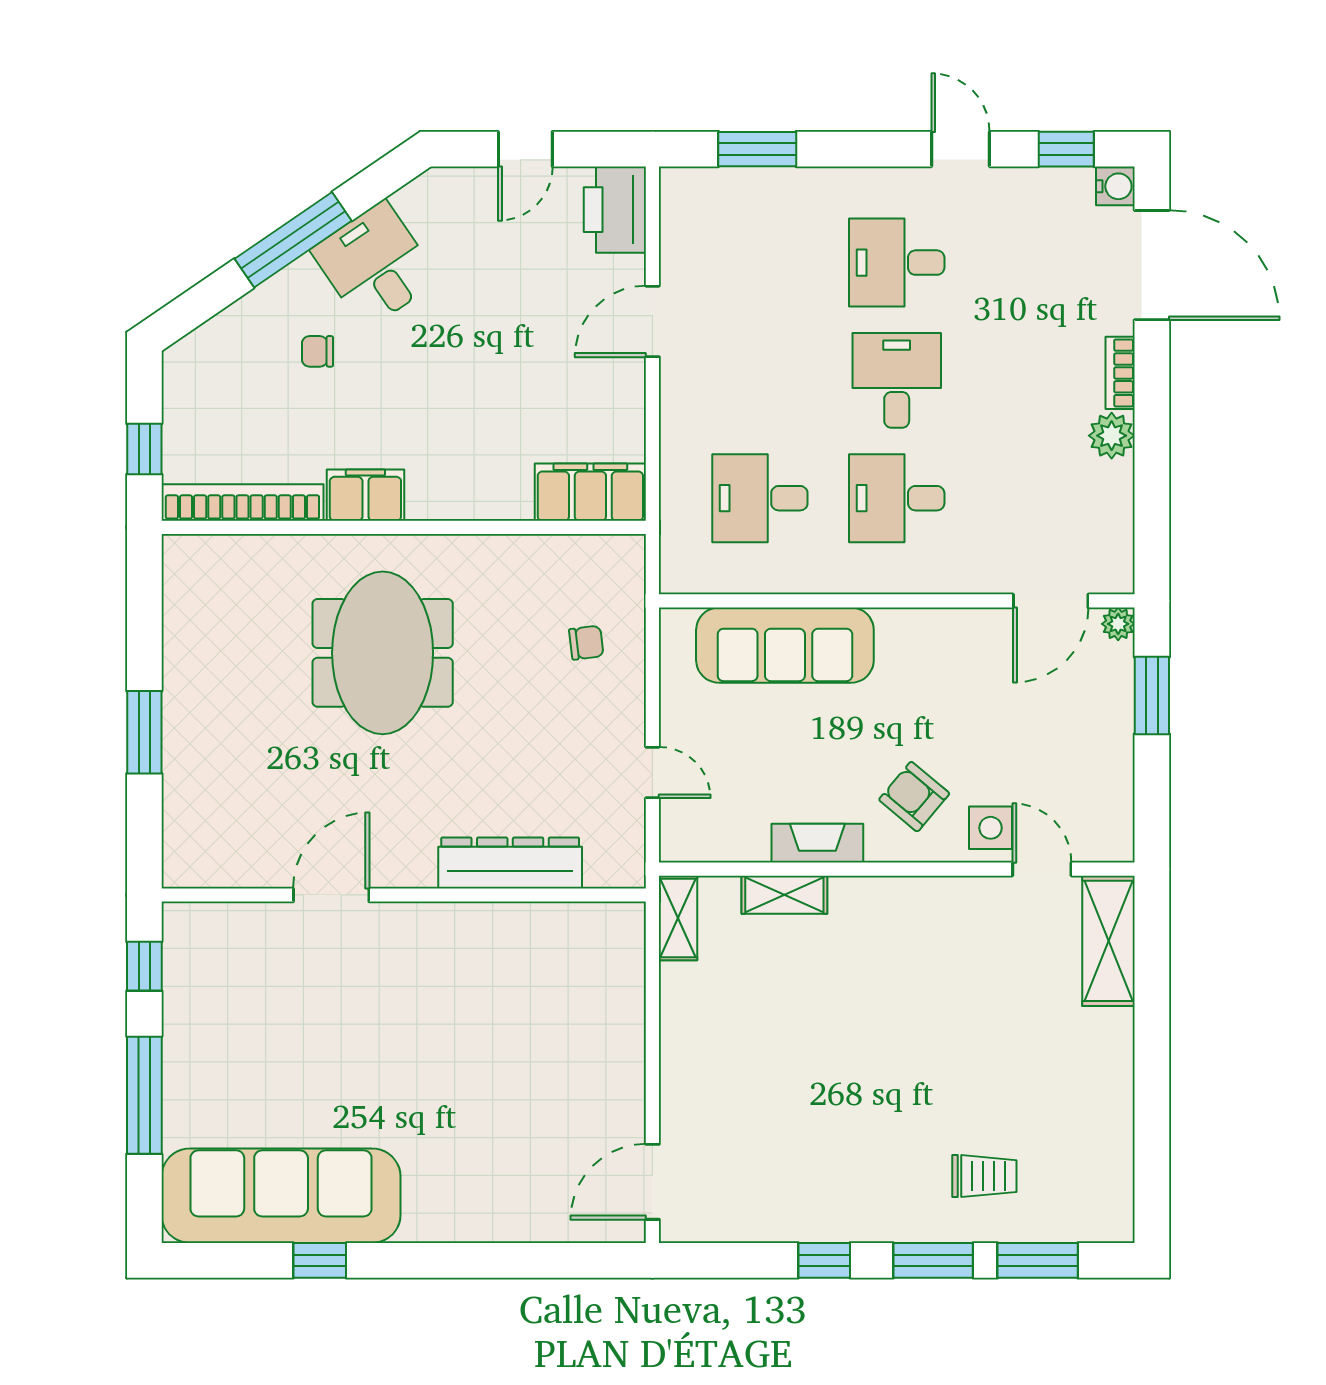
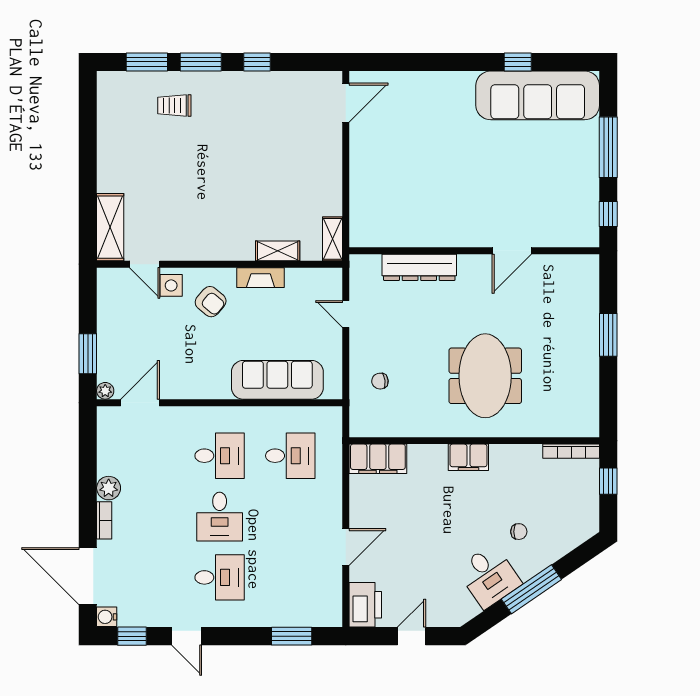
filing cabinet: (365, 495) -> (468, 457), moved
bookcase: (242, 503) -> (571, 451), width x0.68, depth x0.76

